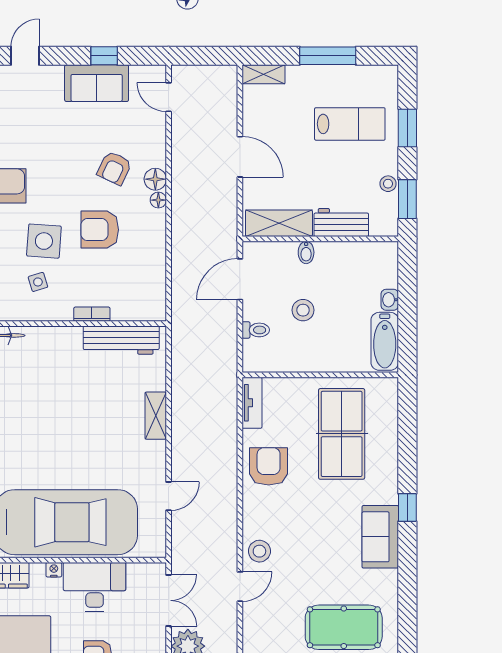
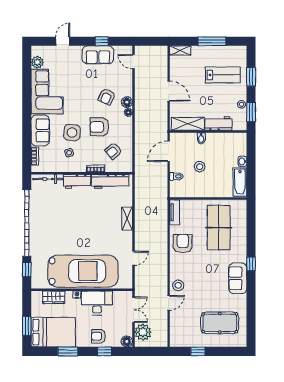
armchair: (128, 278) -> (113, 151), added
workbench: (54, 340) -> (77, 181), added

